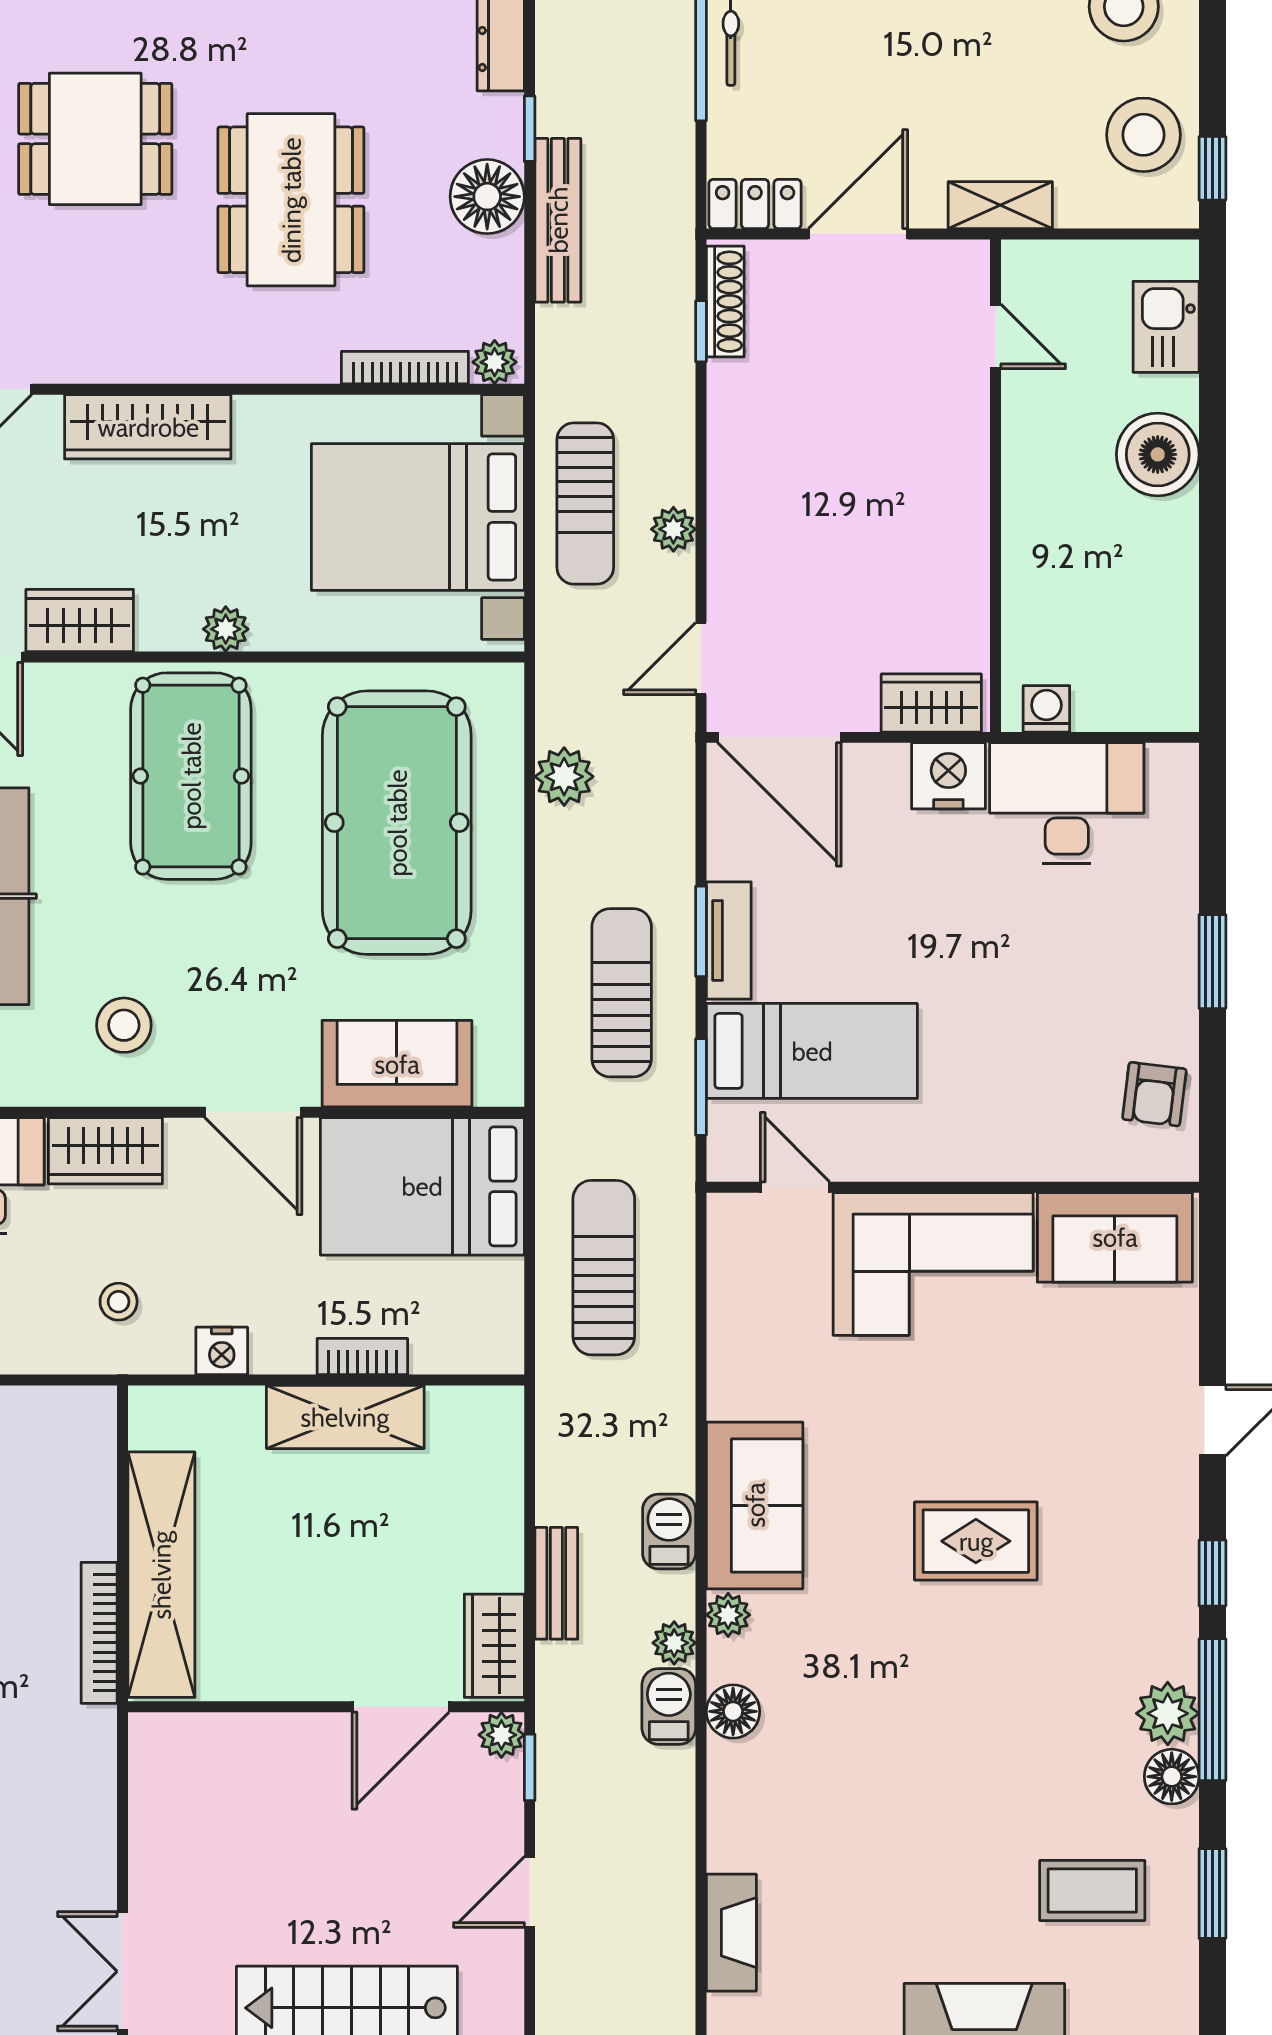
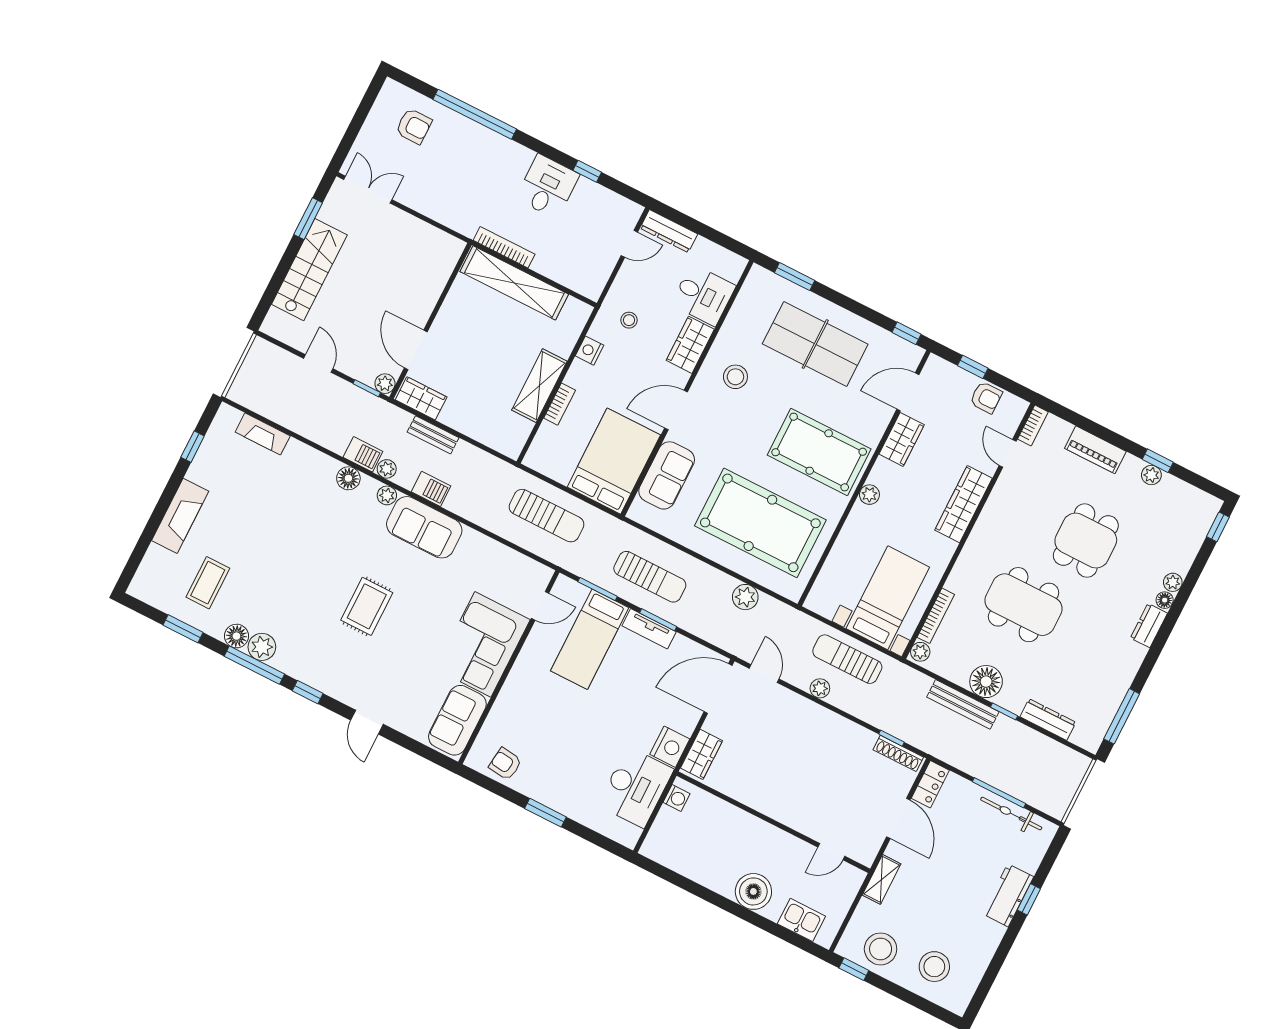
bed with nightstands: (418, 517) -> (888, 598), width x0.73

